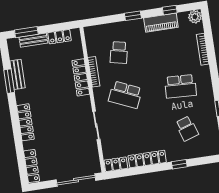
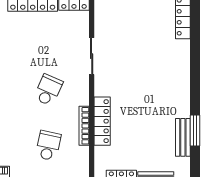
school desk: (125, 95) -> (48, 90), width x0.54
locker: (25, 122) -> (182, 74), removed

